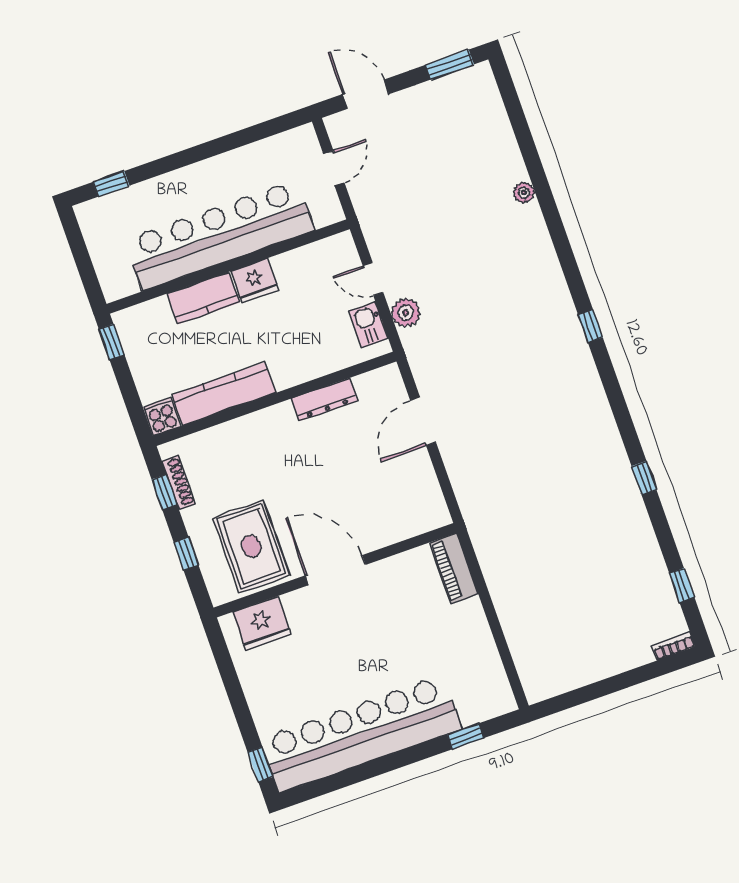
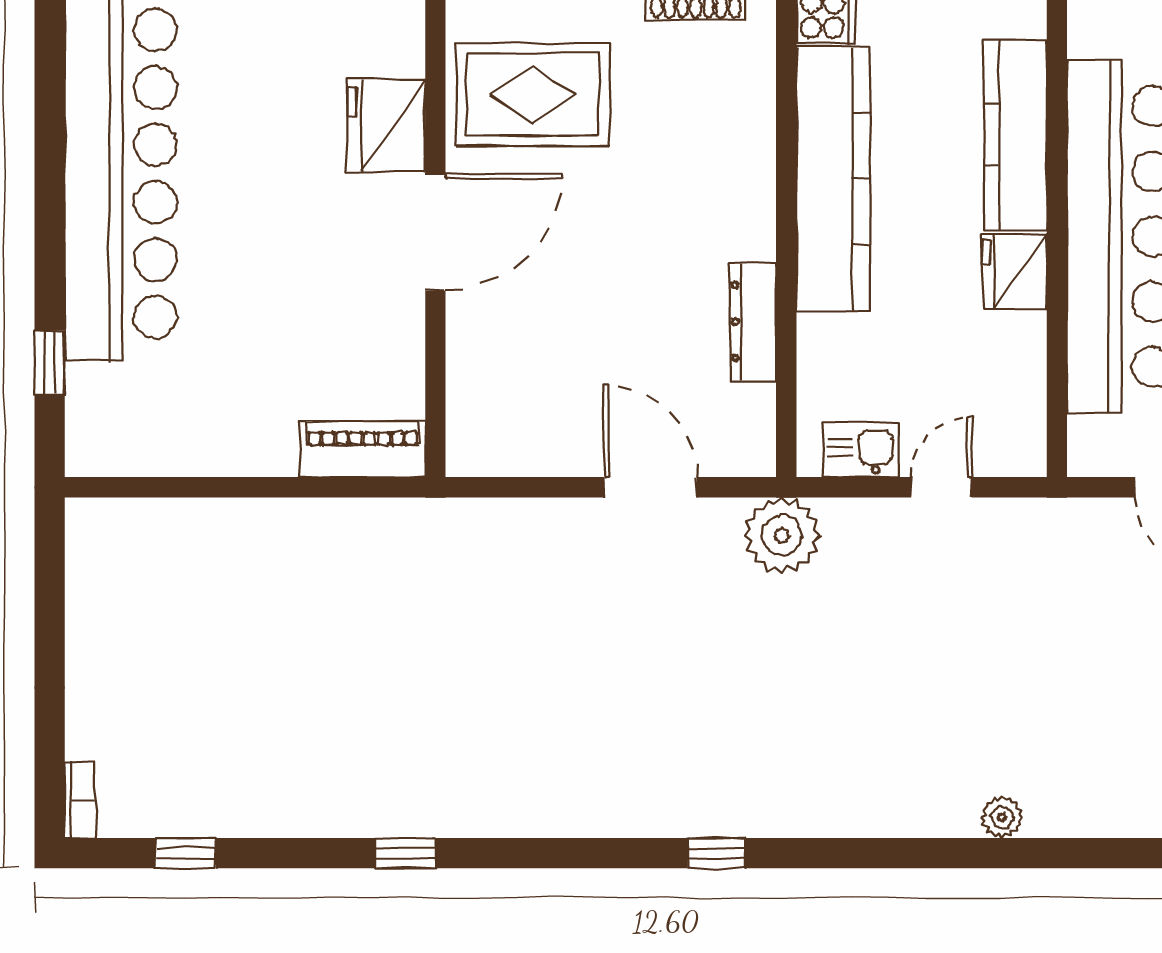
kitchen counter: (203, 298) -> (1015, 135), width x1.50
plant: (406, 313) -> (782, 536), moved, width x1.36, depth x1.36
kitchen counter: (224, 394) -> (833, 179), width x1.39, depth x1.17
fridge: (262, 623) -> (386, 126), moved

